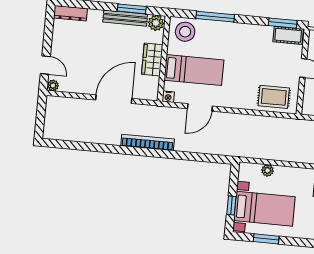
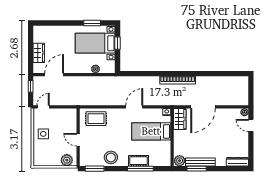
stool: (185, 32) -> (111, 157), moved
cot: (288, 35) -> (138, 161), moved
wardrobe: (152, 60) -> (180, 119), moved
door: (200, 107) -> (134, 107), moved

